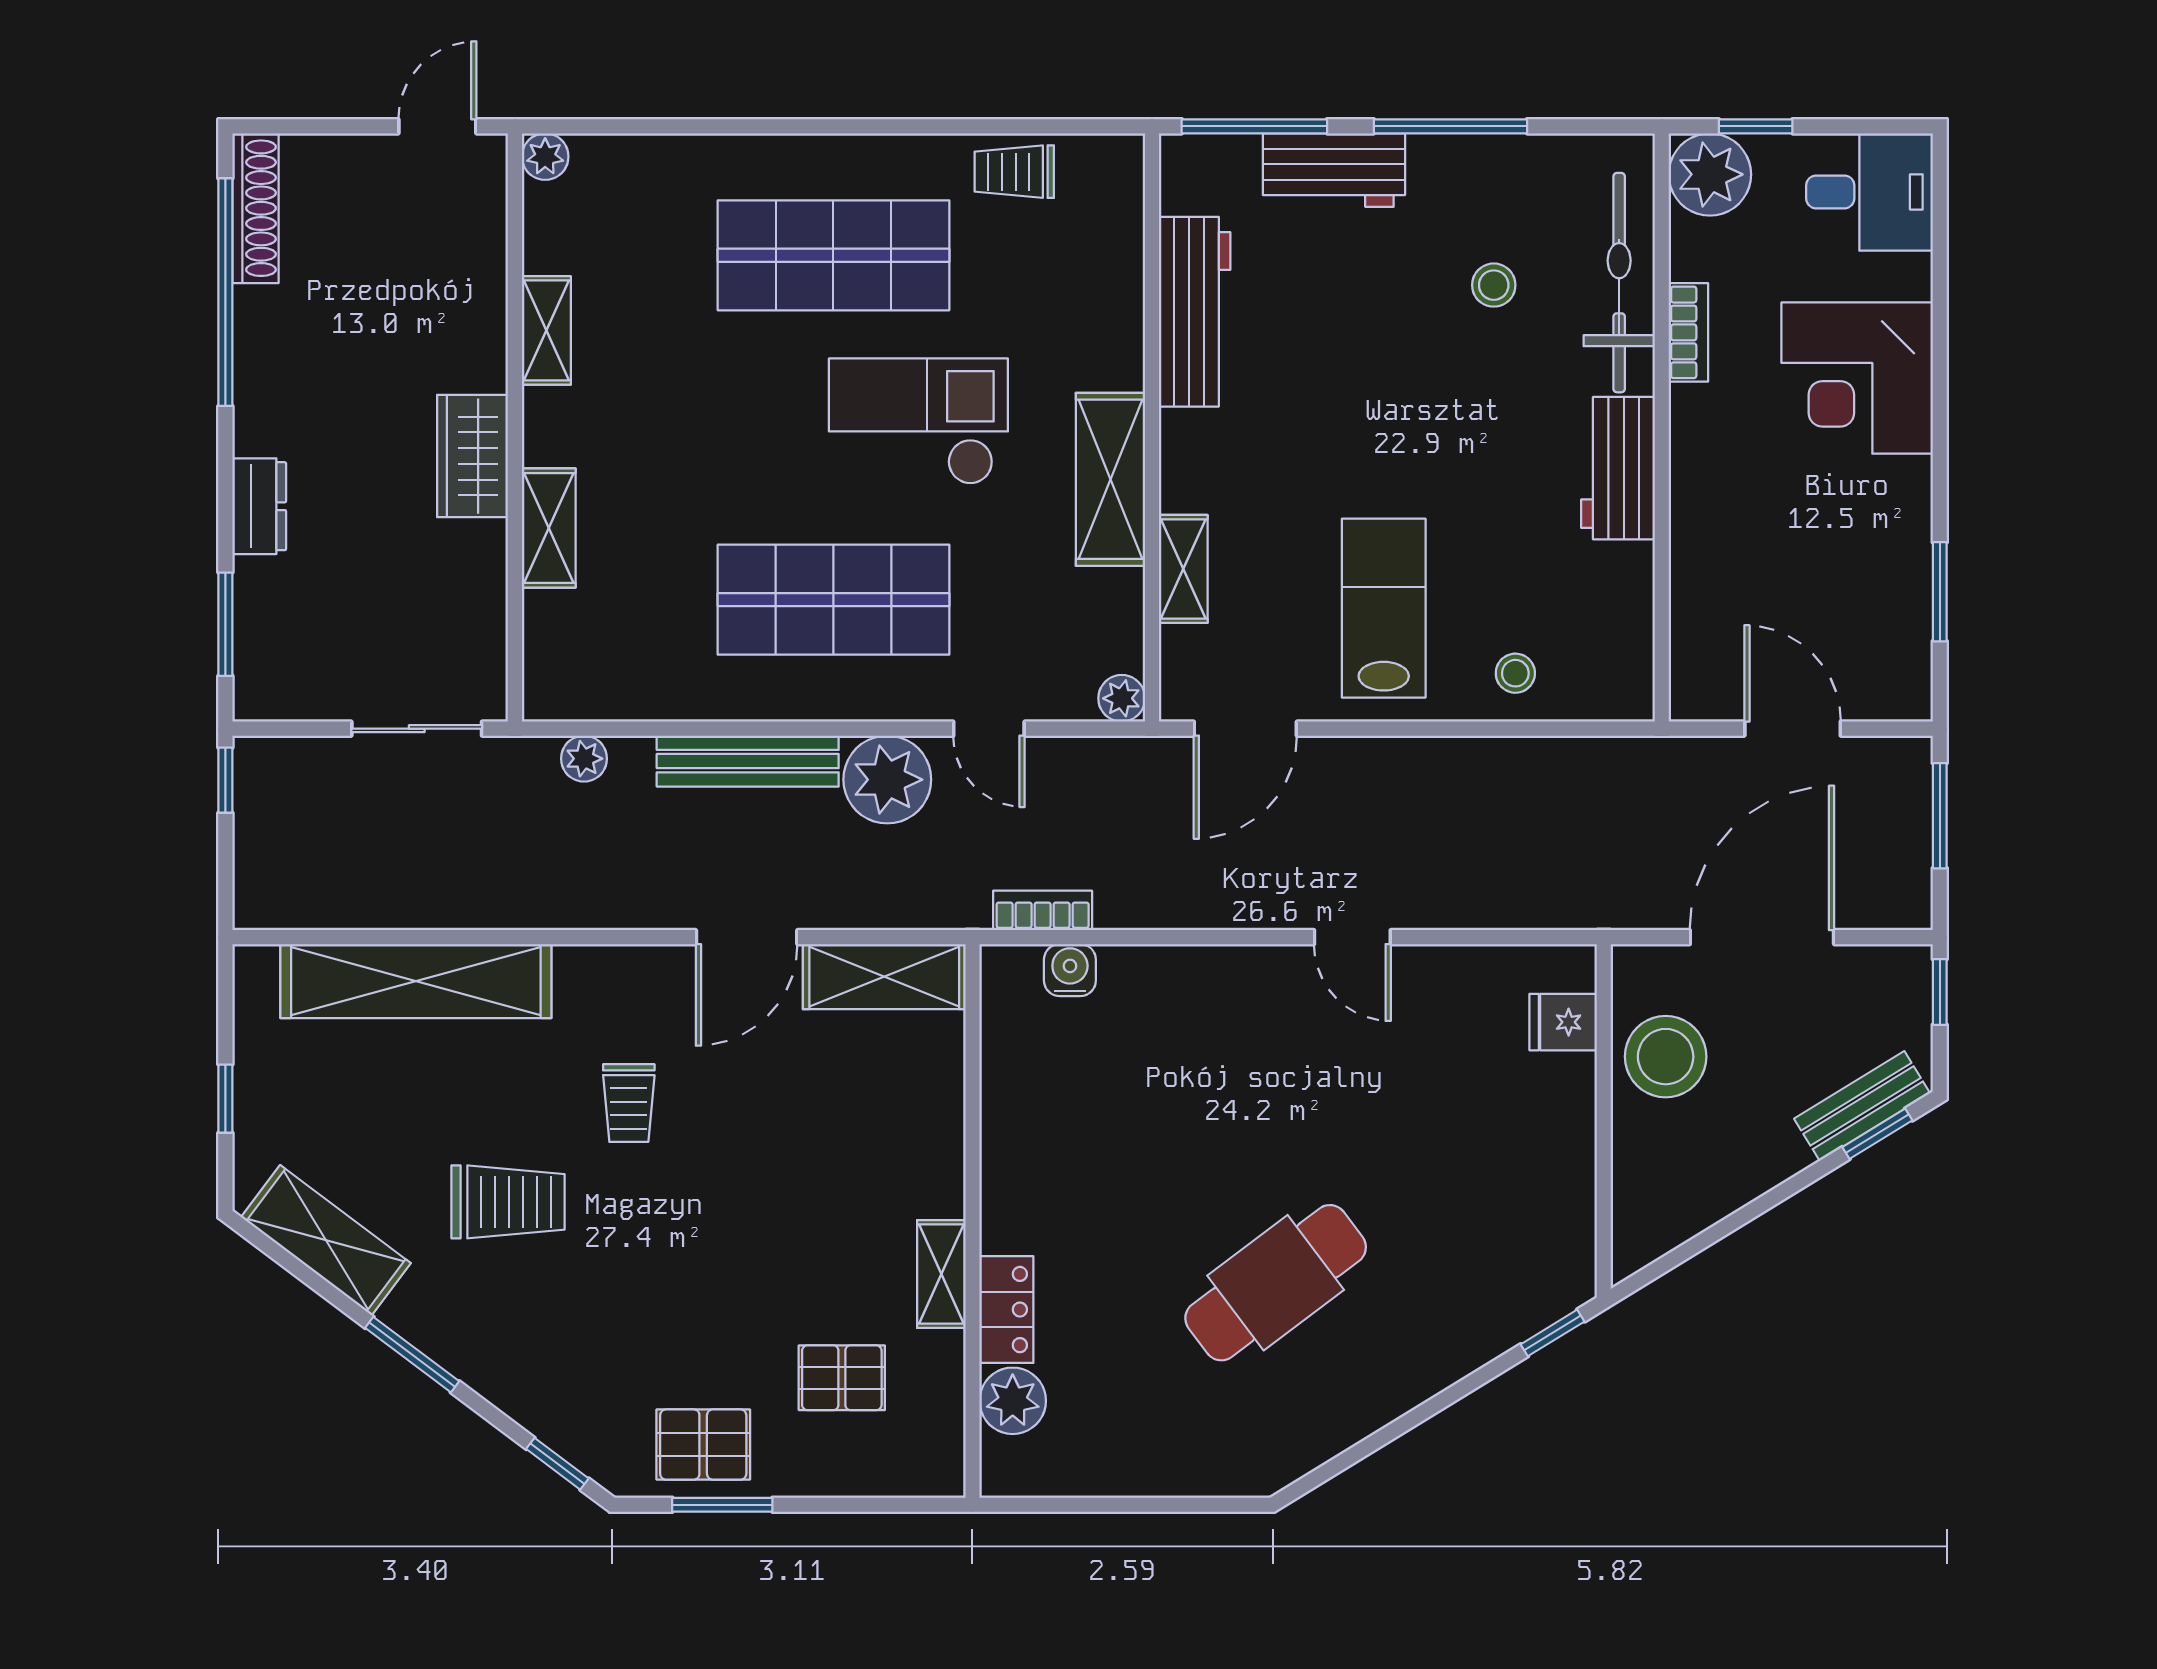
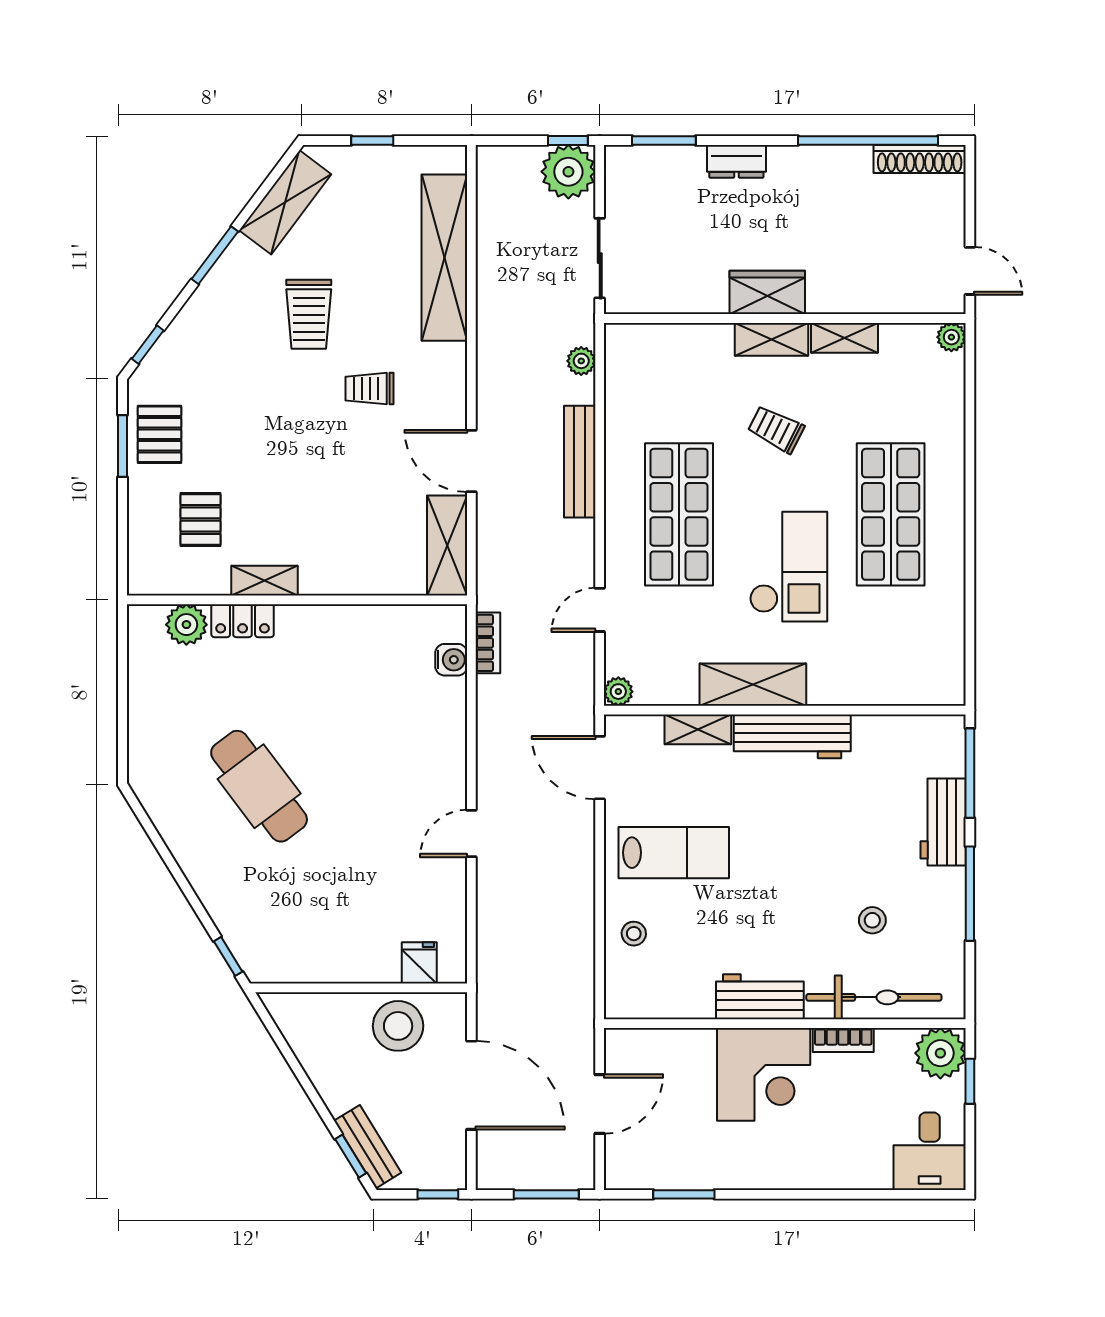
trolley: (1014, 172) -> (776, 429), moved, turned -63
workbench: (1195, 312) -> (792, 736), moved
corner desk: (1857, 378) -> (764, 1074), moved, turned 180
shelving: (549, 528) -> (772, 339), moved
plant: (887, 780) -> (568, 172), moved

